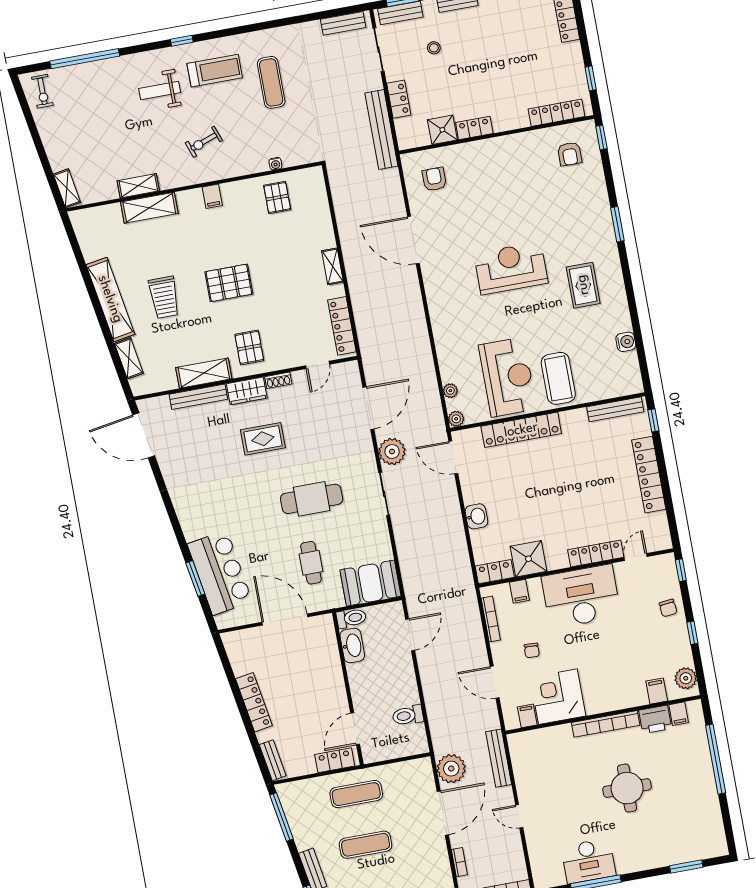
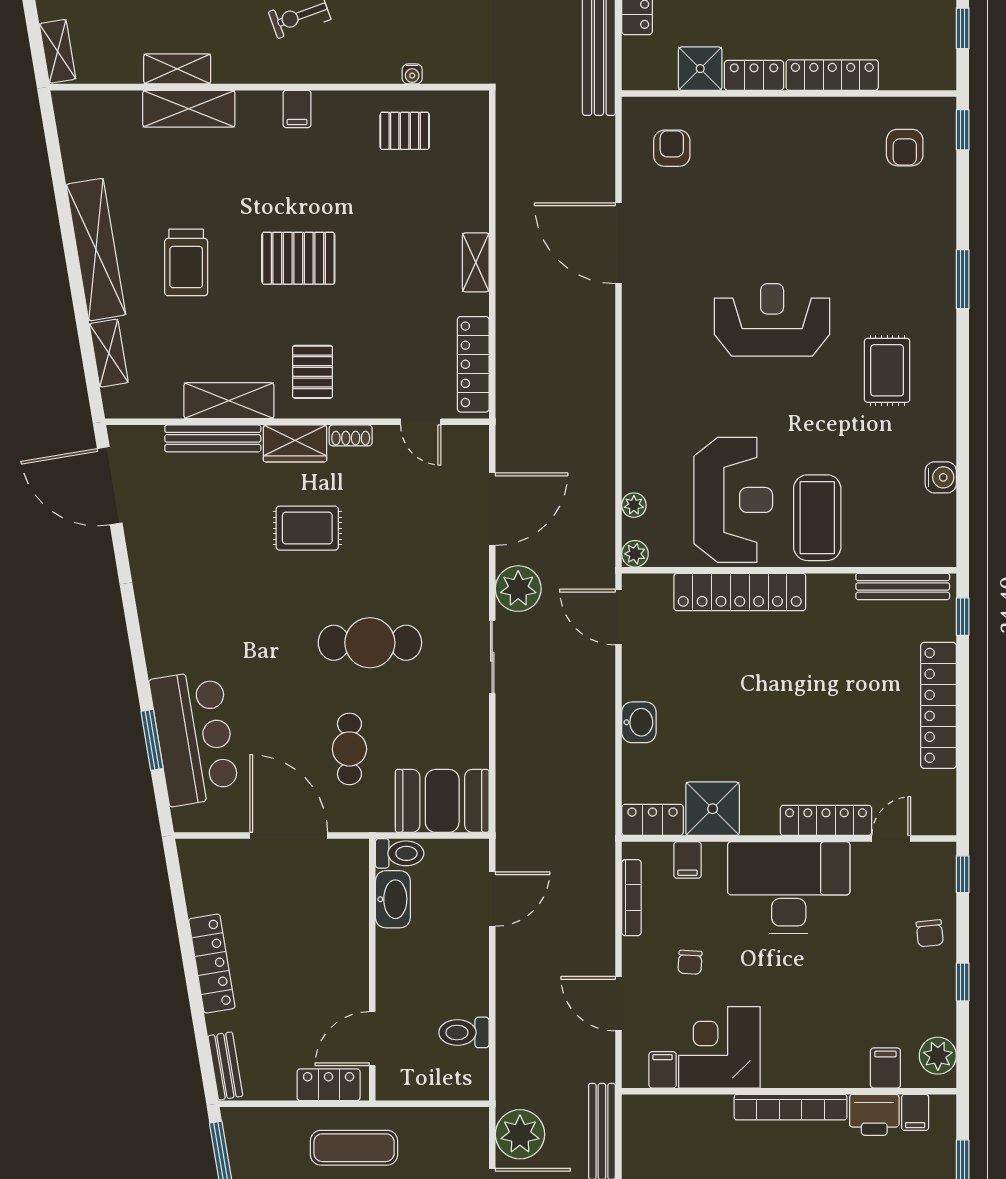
locker: (557, 113) -> (832, 75), moved
pallet: (277, 198) -> (405, 131), turned 90
door: (318, 365) -> (421, 422), hinge flipped

